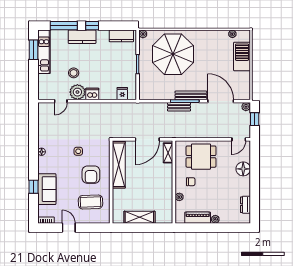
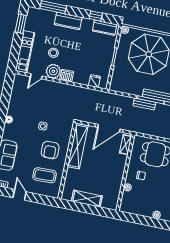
window: (92, 26) -> (96, 16), moved
kitchen unit: (44, 52) -> (25, 52), moved
piano: (198, 218) -> (141, 210), removed

